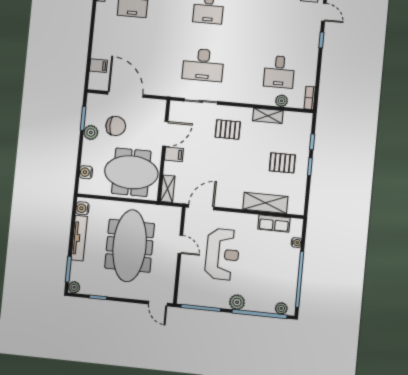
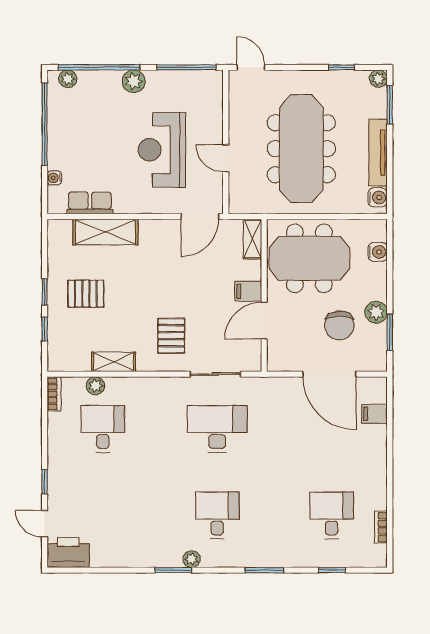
chair: (116, 126) -> (339, 325), turned -90
pallet: (228, 129) -> (171, 336), turned 90

